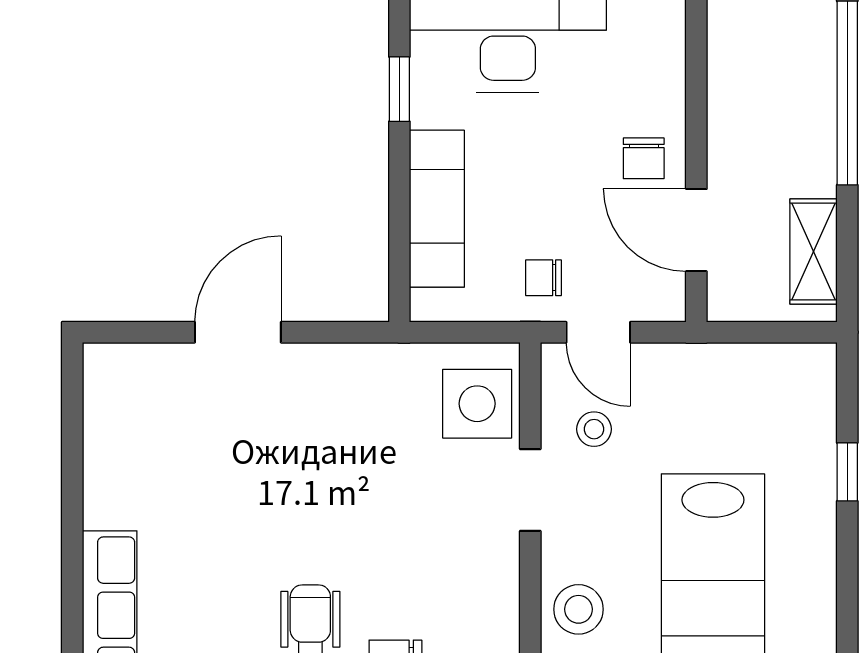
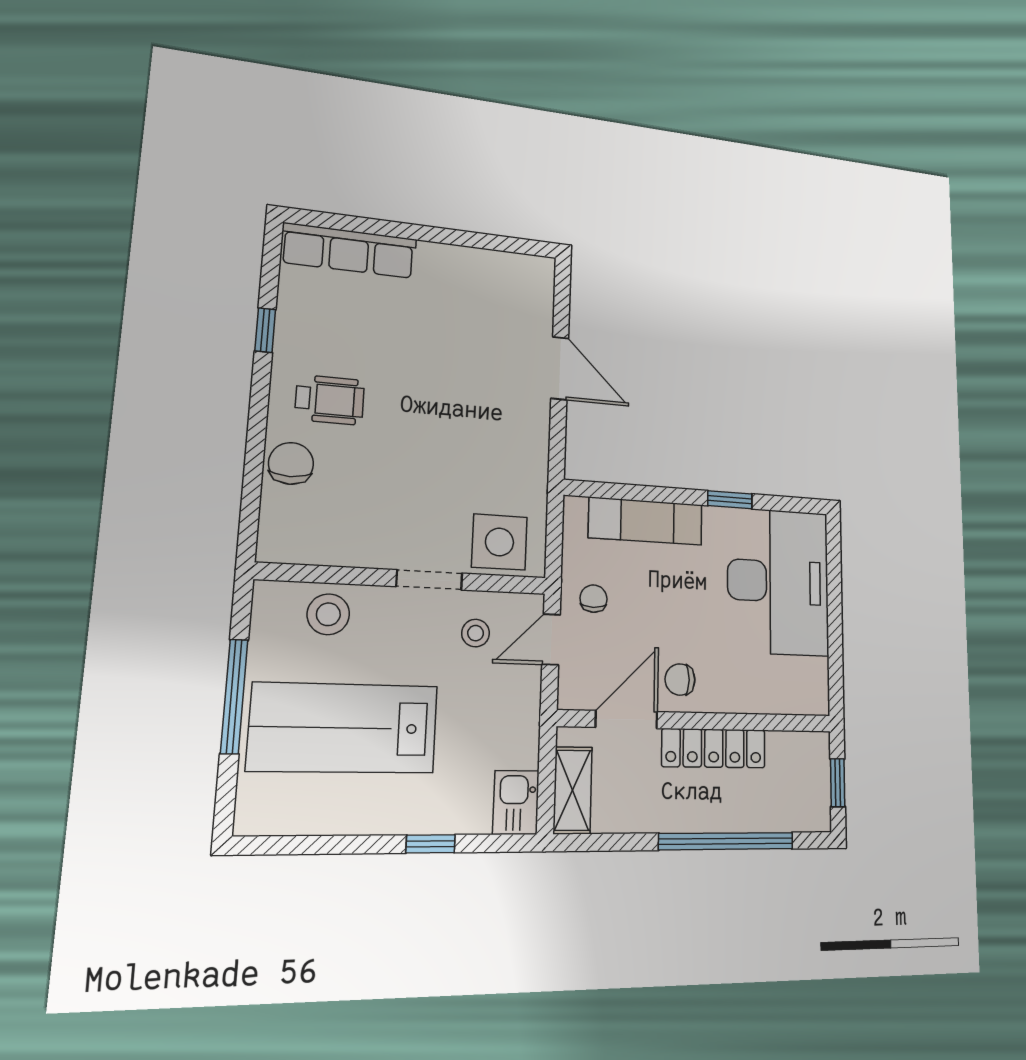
locker: (731, 111) -> (714, 748), added
shelving: (814, 252) -> (573, 790), moved, turned 90
kitchen sink: (799, 370) -> (516, 802), added

